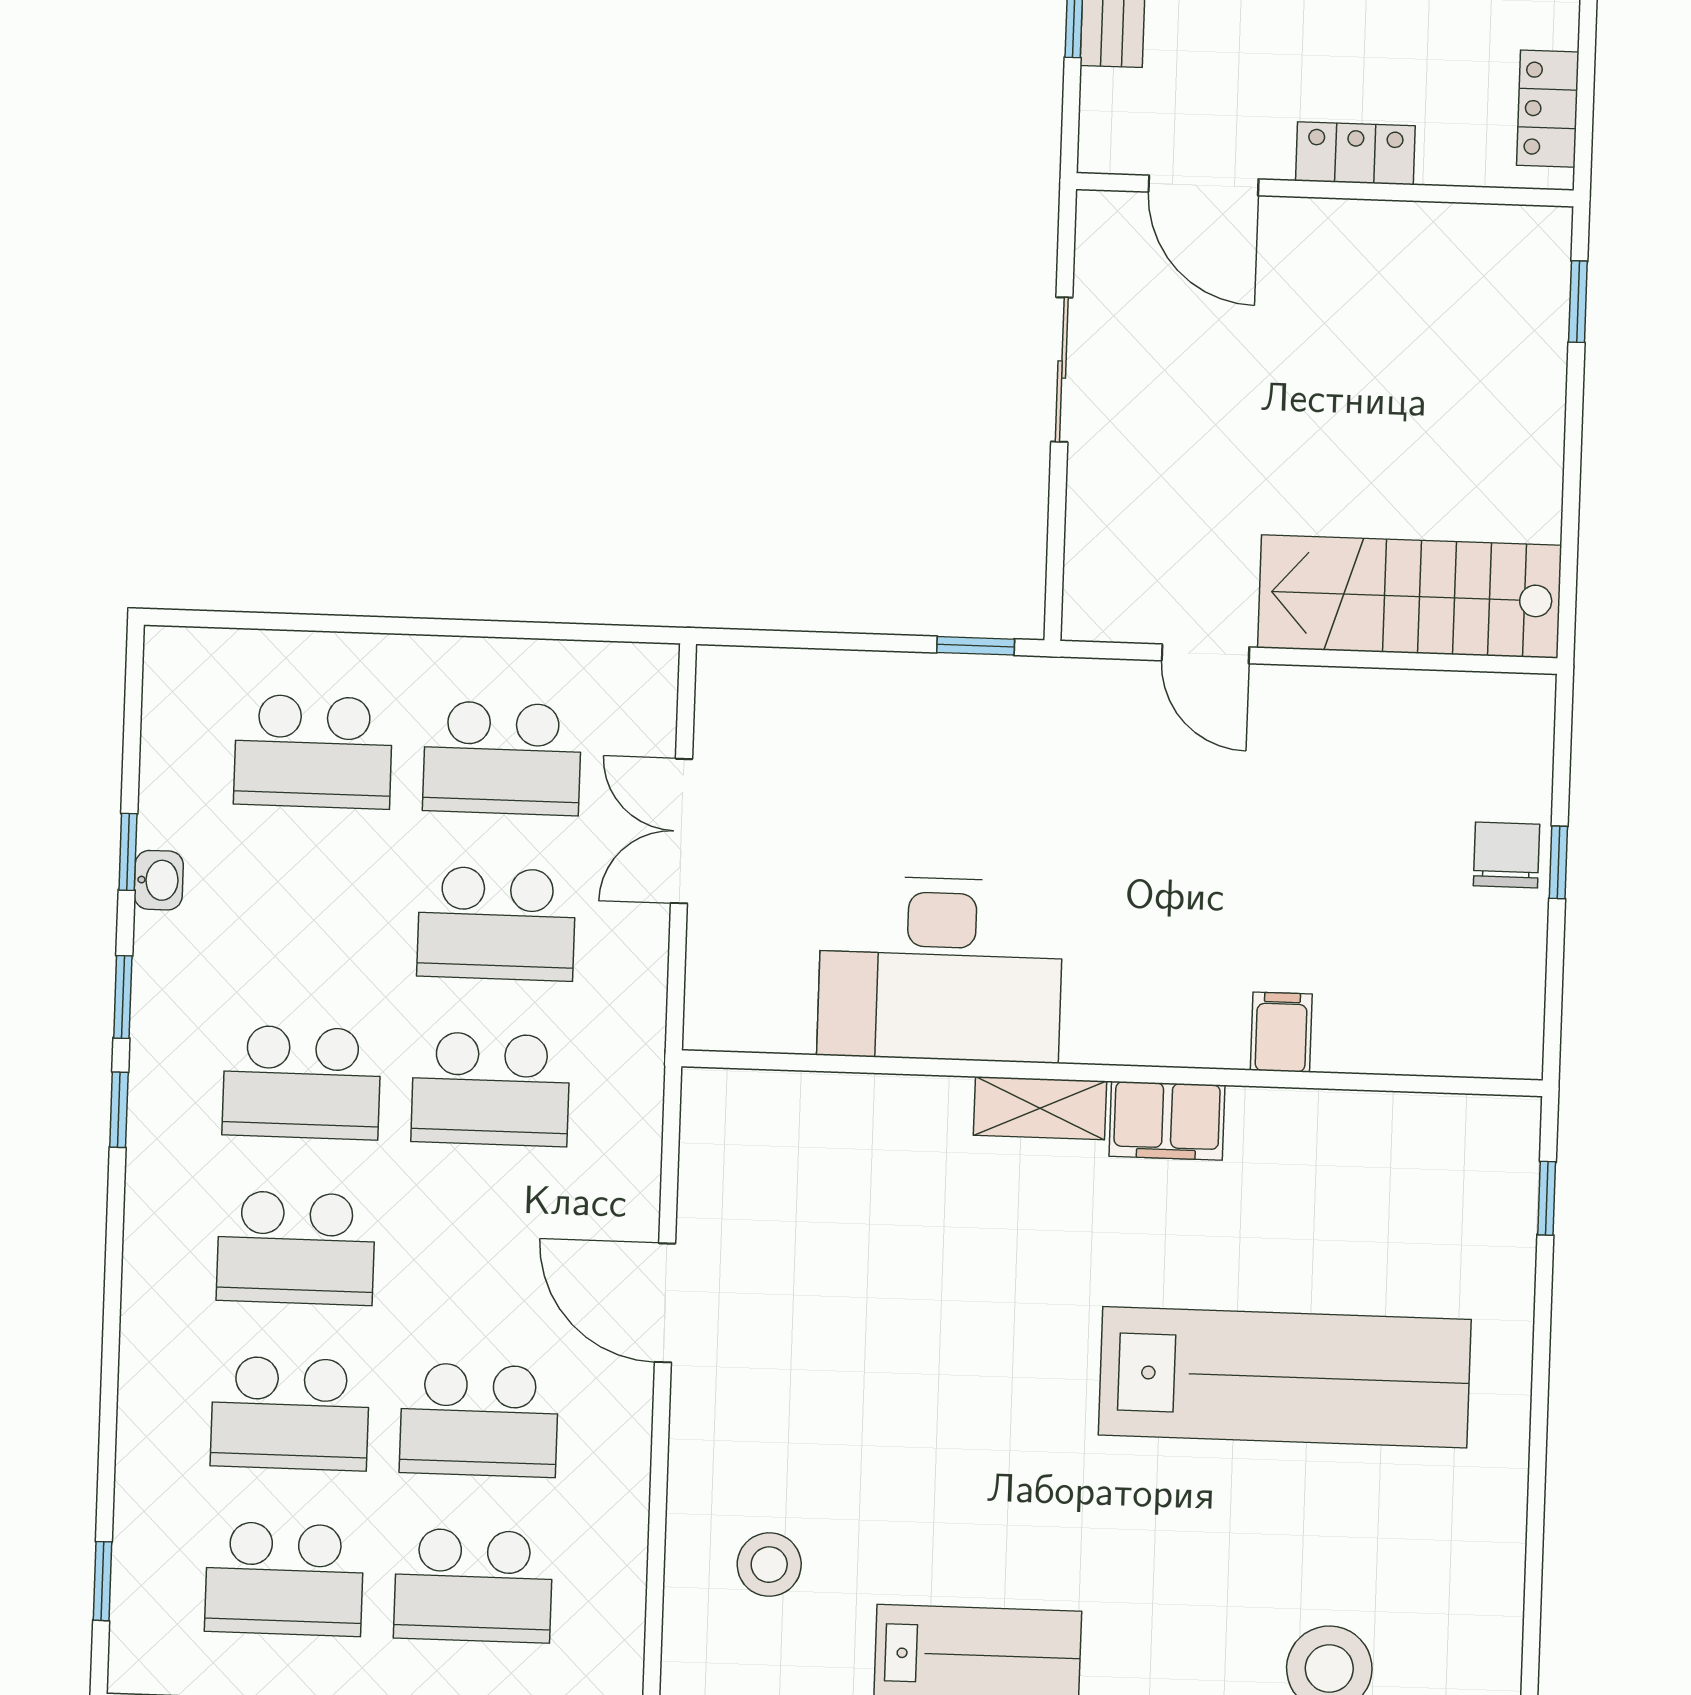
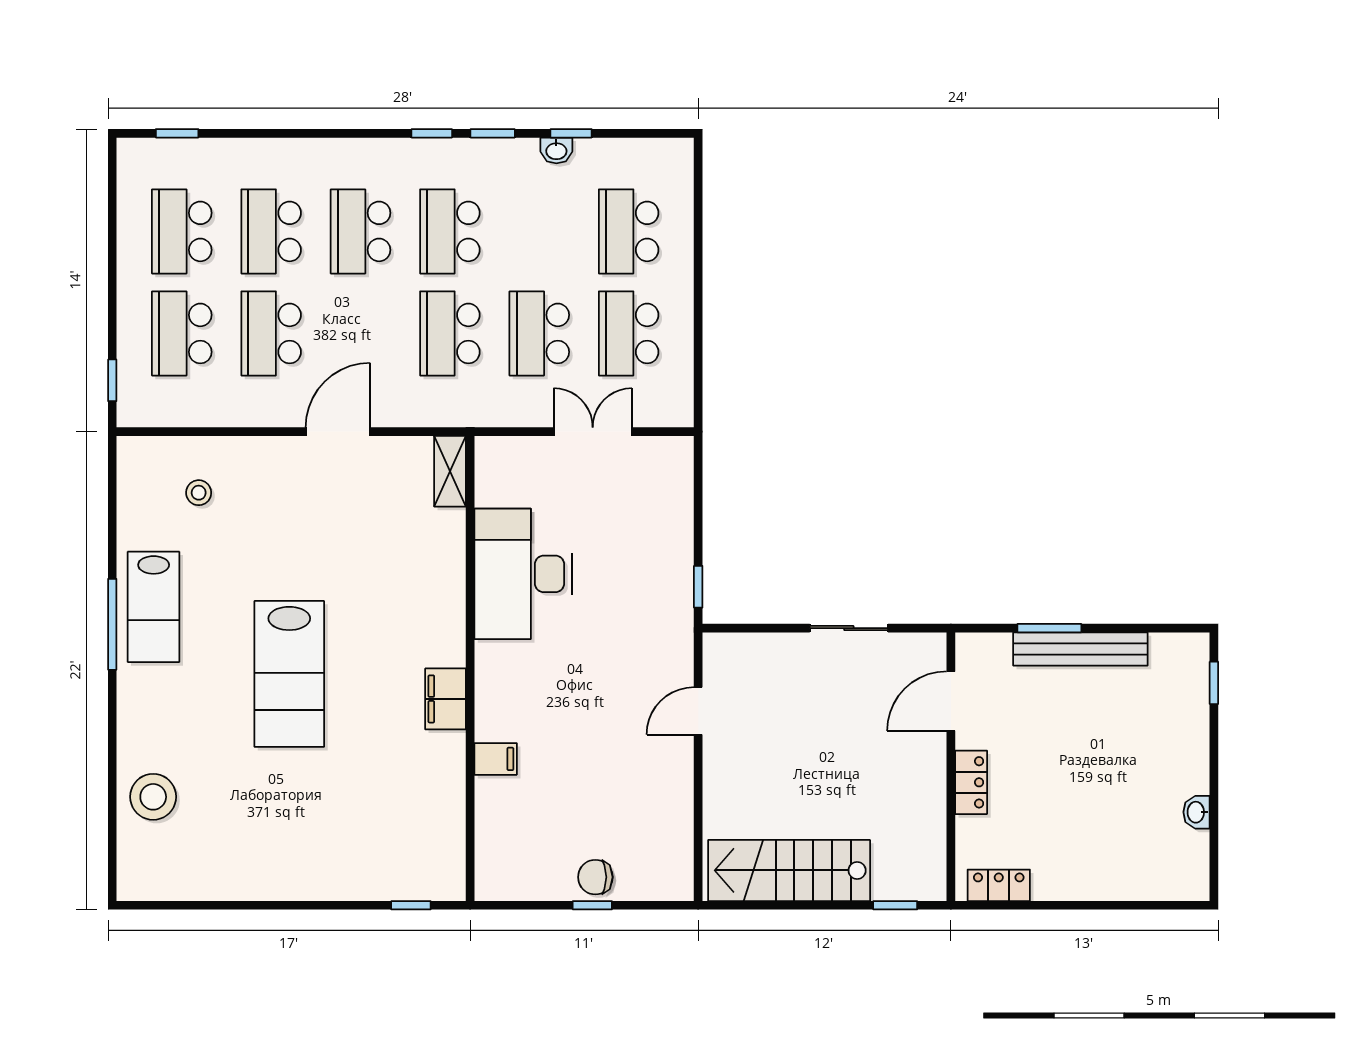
stairs: (1410, 597) -> (789, 870), moved, turned -90
chair: (1507, 855) -> (595, 877), turned 180
shelving: (1040, 1108) -> (450, 471), moved
lab bench: (1285, 1377) -> (289, 674), moved, width x0.73
stool: (769, 1565) -> (199, 493), width x0.73, depth x0.73

